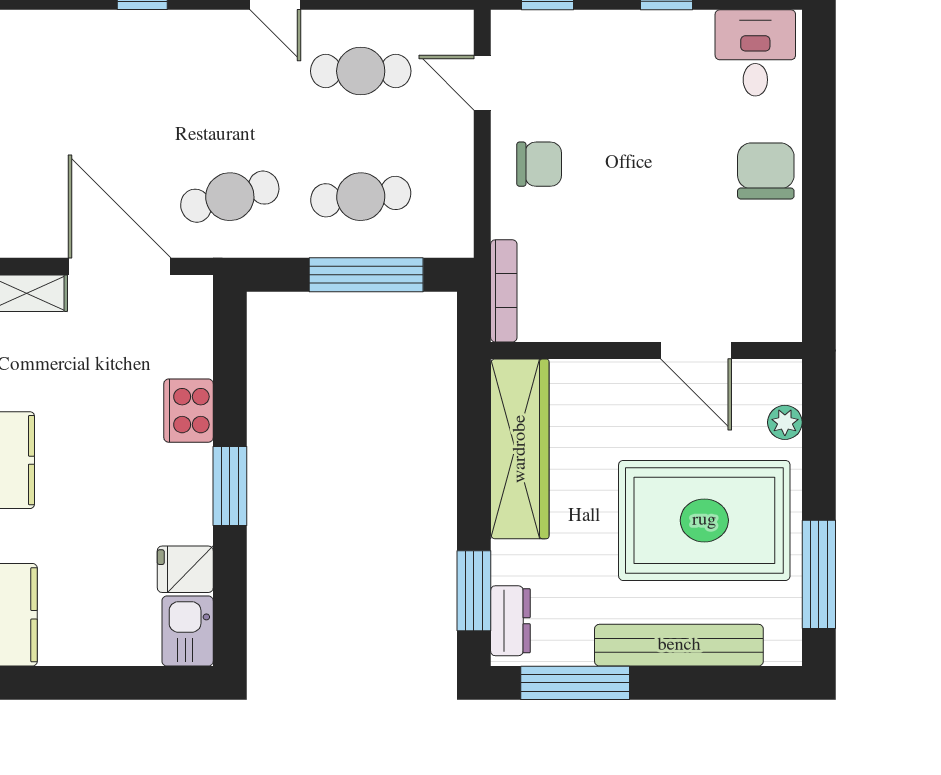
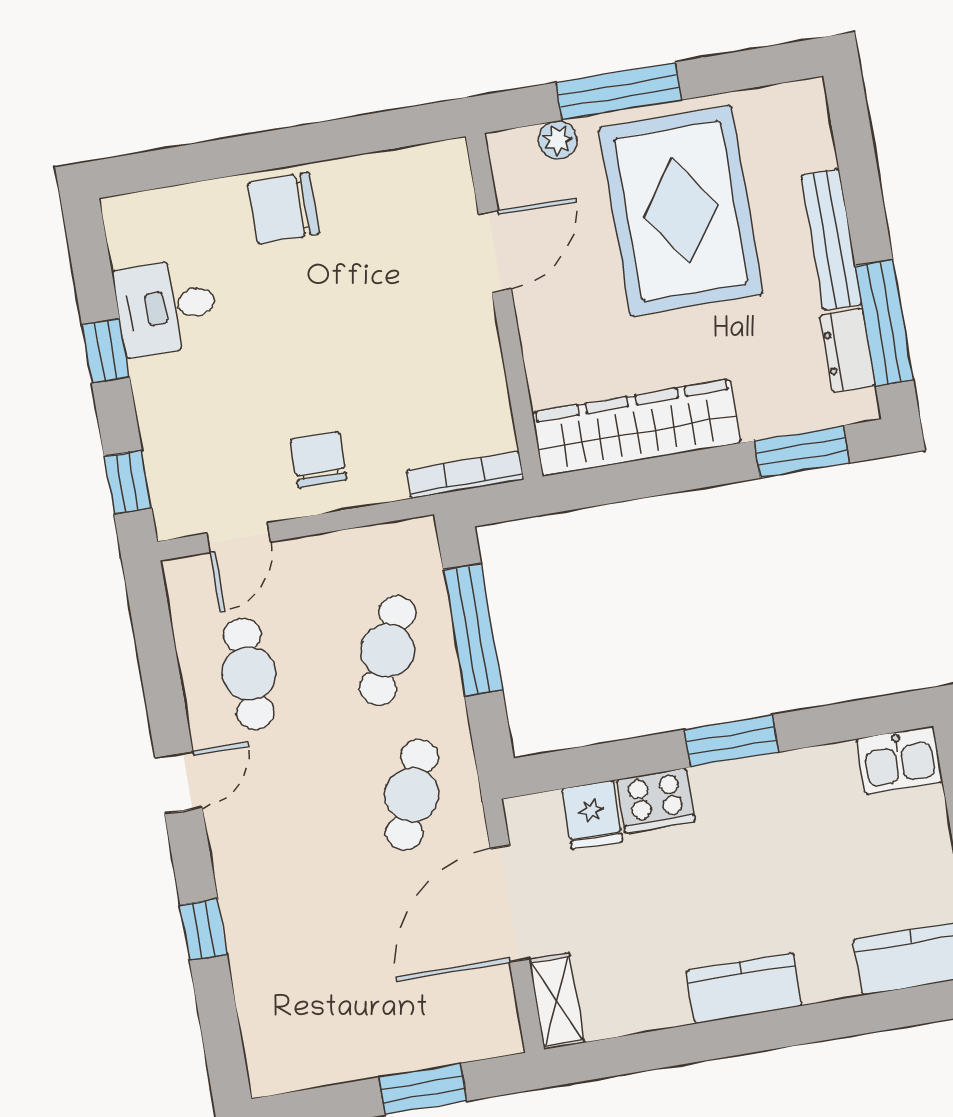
desk: (755, 53) -> (166, 307), moved
cafe table: (230, 197) -> (412, 795), turned 36
cafe table: (361, 197) -> (388, 650), turned 30
fridge: (185, 569) -> (592, 815), moved
window: (819, 574) -> (619, 91), moved
dresser: (510, 621) -> (848, 350), moved, turned -90
bench: (679, 645) -> (832, 240), width x0.73, depth x0.82

